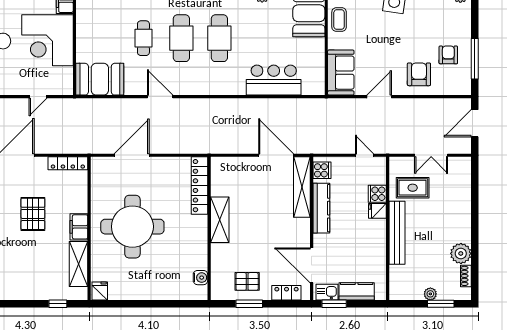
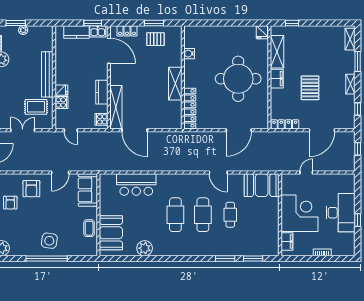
kitchen counter: (321, 208) -> (102, 92), width x0.67
water cooler: (200, 278) -> (189, 54), moved

